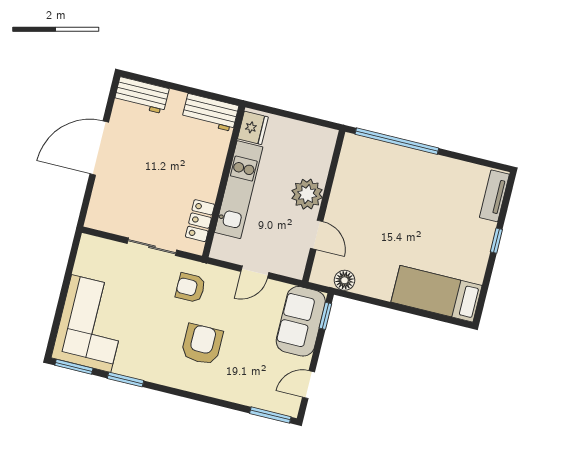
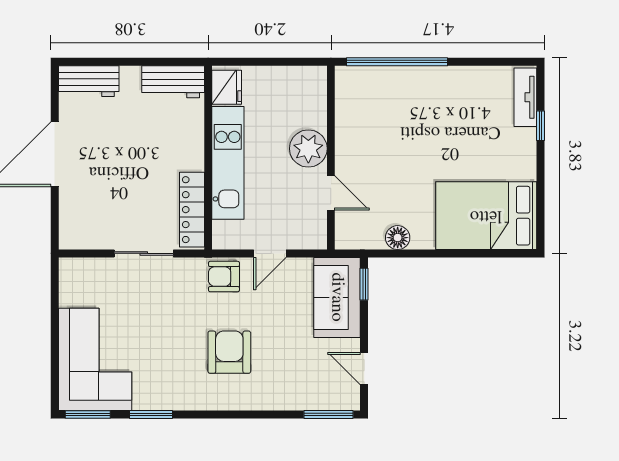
locker: (200, 221) -> (192, 210), width x1.53
window: (496, 241) -> (540, 126), moved
floor lamp: (345, 280) -> (398, 238), moved
armchair: (190, 288) -> (224, 277), moved
bed: (436, 294) -> (486, 216), width x1.50
door: (309, 385) -> (364, 368), hinge flipped

